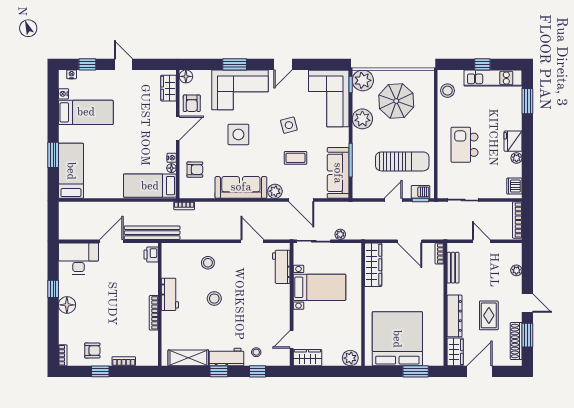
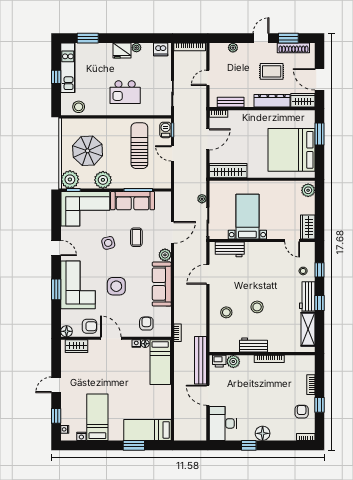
sofa: (338, 173) -> (133, 201), moved
plant: (151, 271) -> (233, 361), added

